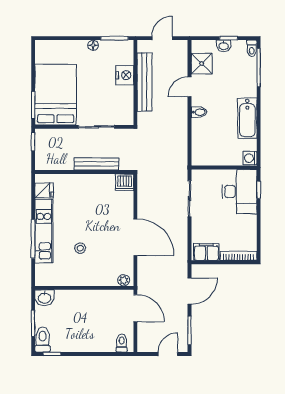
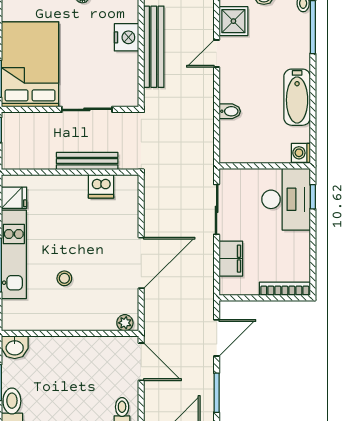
bidet: (199, 112) -> (230, 111), moved
dishwasher: (125, 182) -> (101, 186), moved
door: (135, 237) -> (141, 263), hinge flipped
filing cabinet: (206, 252) -> (231, 259), moved, turned 90

